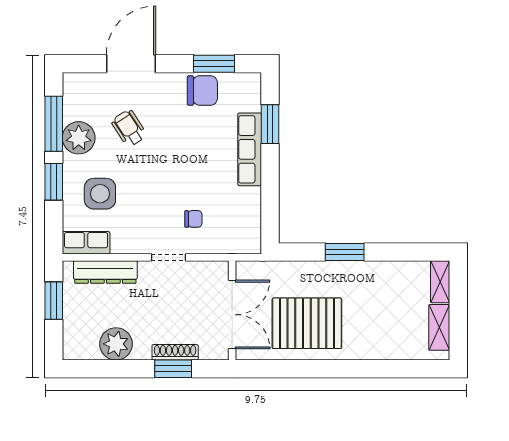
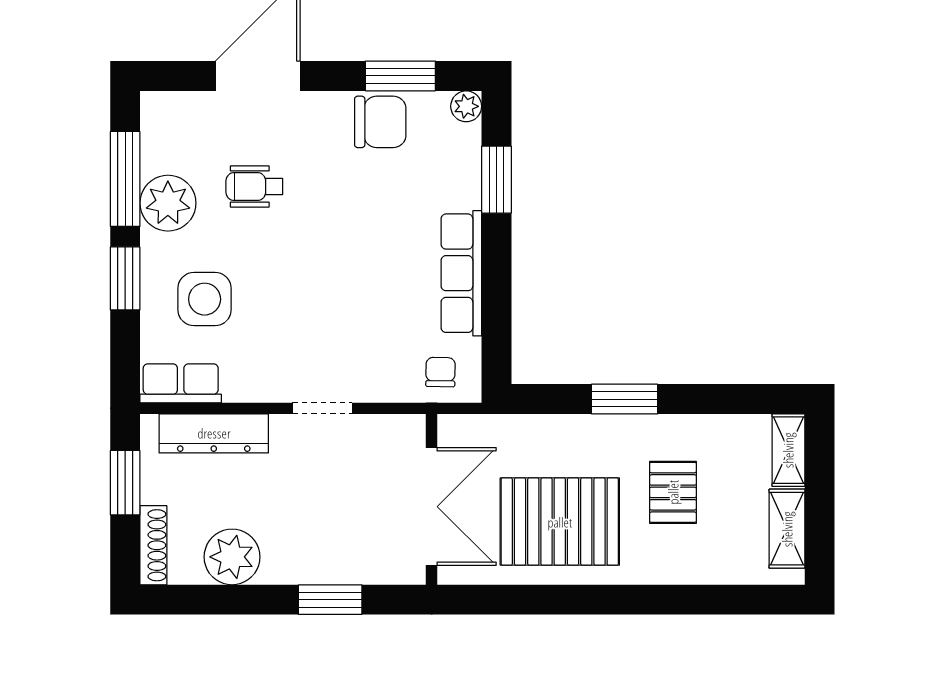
plant: (252, 81) -> (466, 106), added
wheelchair: (129, 128) -> (254, 187), turned -57
row of seats: (250, 149) -> (461, 273), moved
chair: (193, 219) -> (440, 372), moved, turned -89
pallet: (373, 306) -> (673, 492), added
shoe rack: (175, 352) -> (153, 545), moved, turned 90

